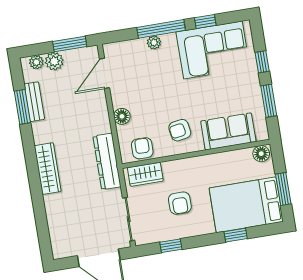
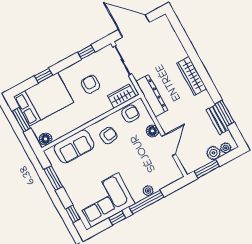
window: (262, 62) -> (73, 214), moved
door: (104, 73) -> (169, 145), moved
armchair: (142, 148) -> (130, 114), turned -91

